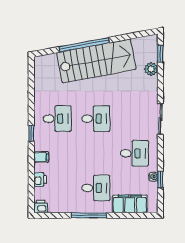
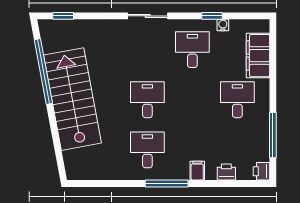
window: (84, 45) -> (43, 71), moved
plant: (151, 69) -> (83, 28), removed
window: (31, 133) -> (167, 184), width x2.17
window: (160, 179) -> (212, 16), moved
window: (89, 215) -> (273, 135), moved

